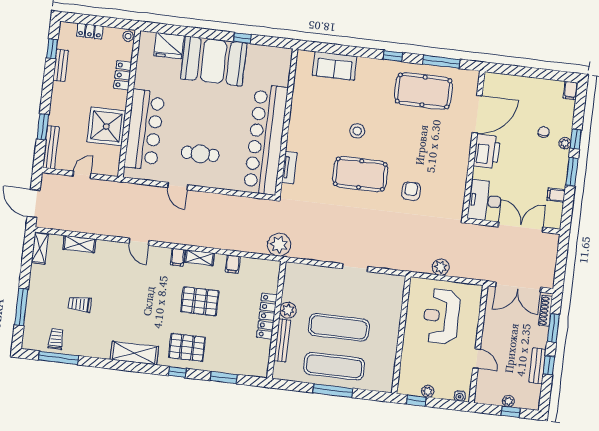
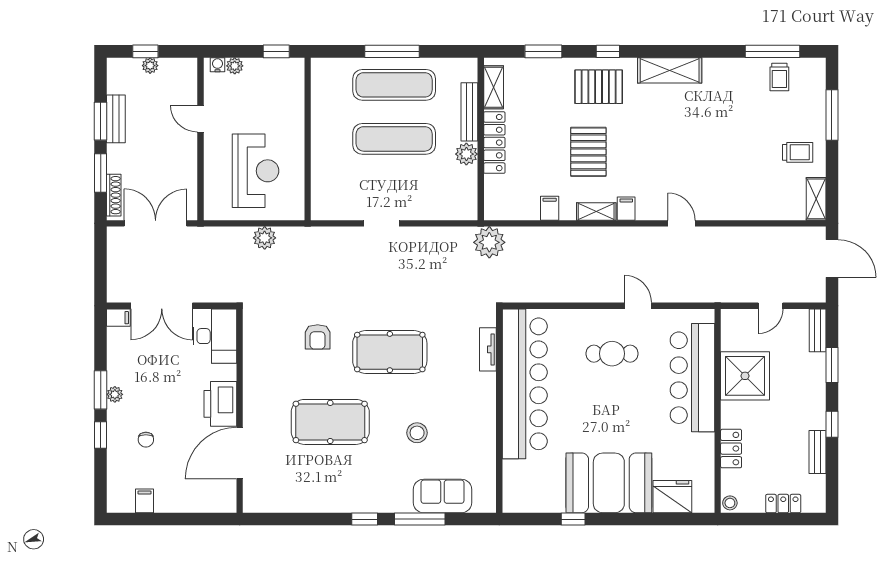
window: (52, 49) -> (832, 424), moved
window: (441, 62) -> (420, 519), moved
filing cabinet: (571, 90) -> (145, 501), moved
pool table: (424, 91) -> (330, 422), moved
stool: (357, 131) -> (417, 433), moved
plant: (565, 143) -> (115, 394), moved
bench: (51, 147) -> (818, 330), width x0.73
filing cabinet: (556, 195) -> (118, 318), moved
shelving: (79, 244) -> (494, 87), moved, turned 90
pallet: (200, 301) -> (588, 152), turned 90
trolley: (80, 304) -> (798, 152), moved
window: (549, 365) -> (101, 121), width x1.50
plant: (428, 391) -> (235, 66), moved

